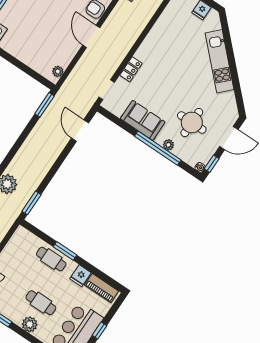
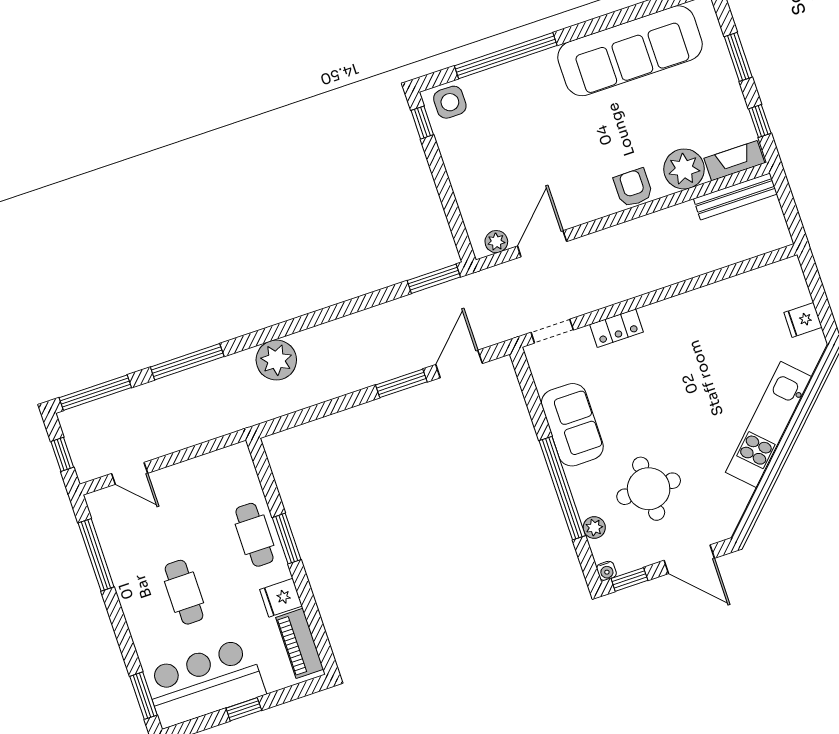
door: (91, 36) -> (542, 244), moved
plant: (168, 145) -> (594, 527), moved
window: (31, 203) -> (401, 383), moved
plant: (30, 324) -> (139, 613), removed

